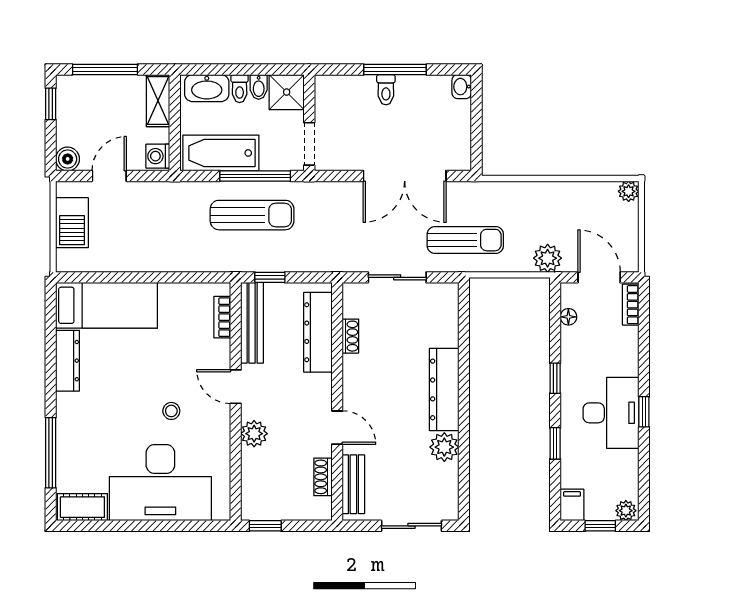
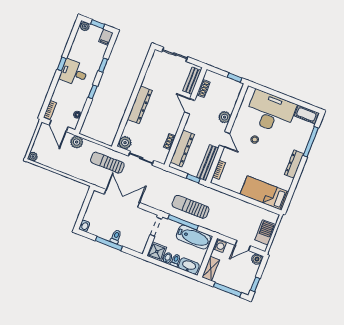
dresser: (68, 361) -> (294, 164), moved
desk: (611, 413) -> (74, 73), width x0.73
plant: (444, 447) -> (125, 143), moved

